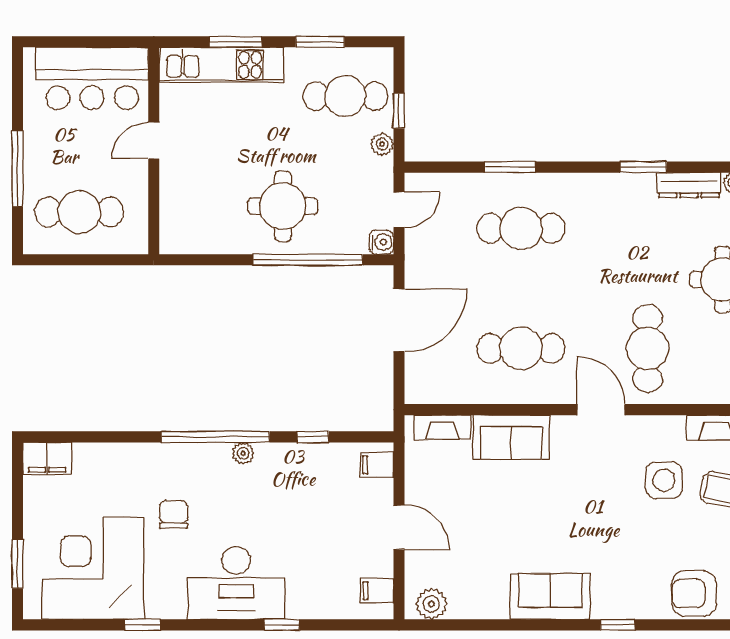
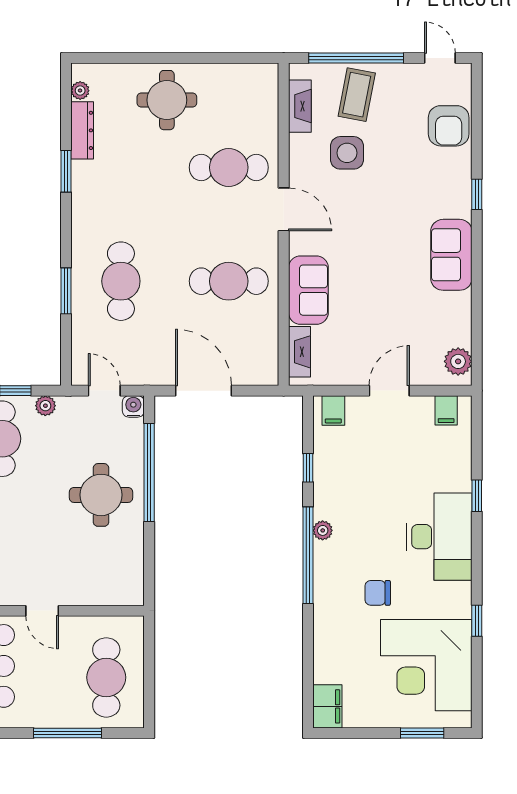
cafe table: (521, 348) -> (229, 281), turned 90
door: (601, 410) -> (284, 209), swing flipped

